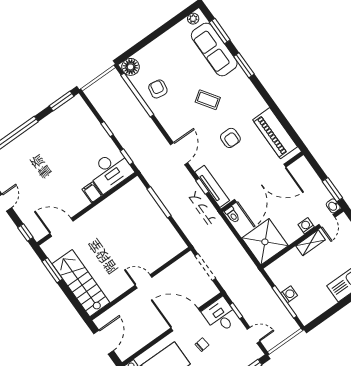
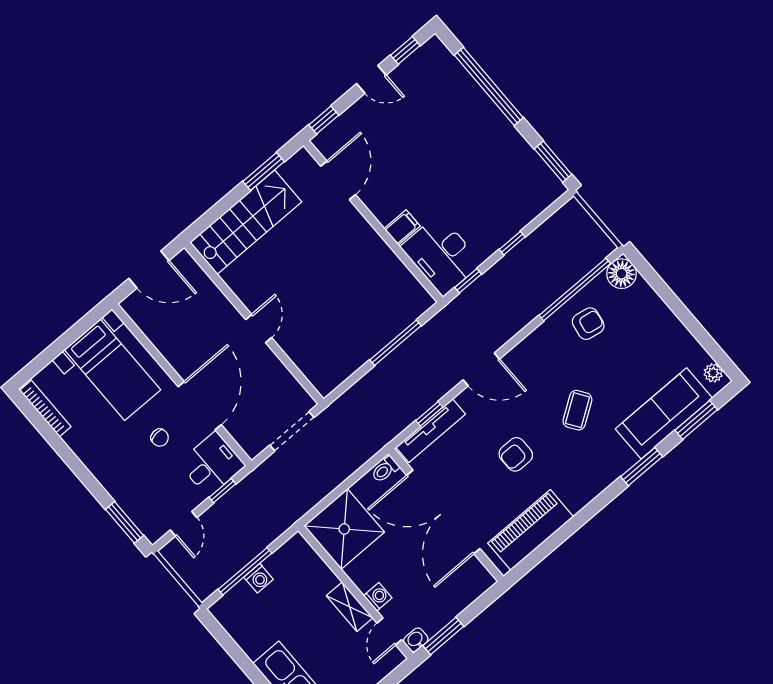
door: (327, 221) -> (389, 631), hinge flipped

